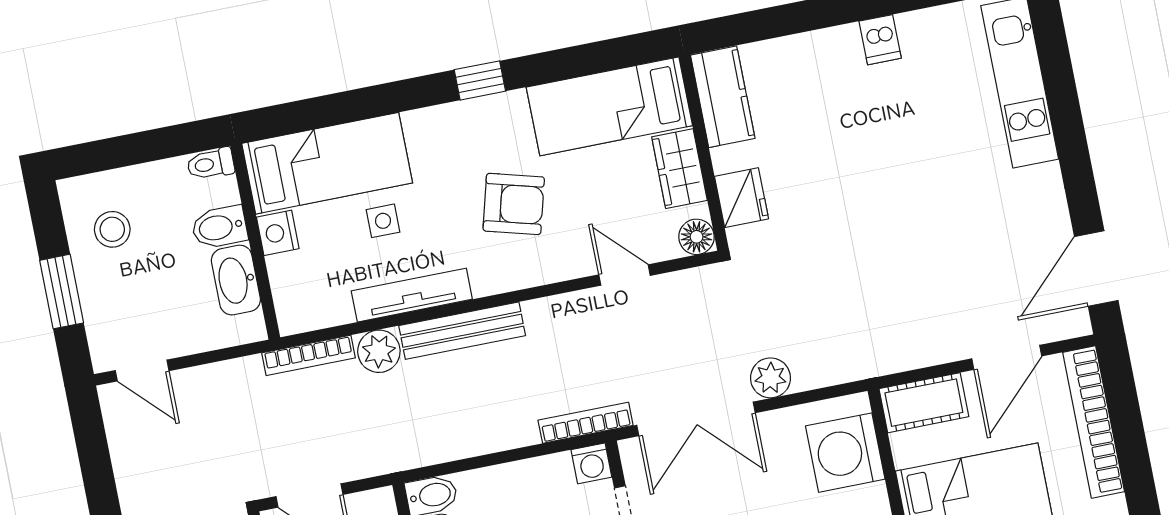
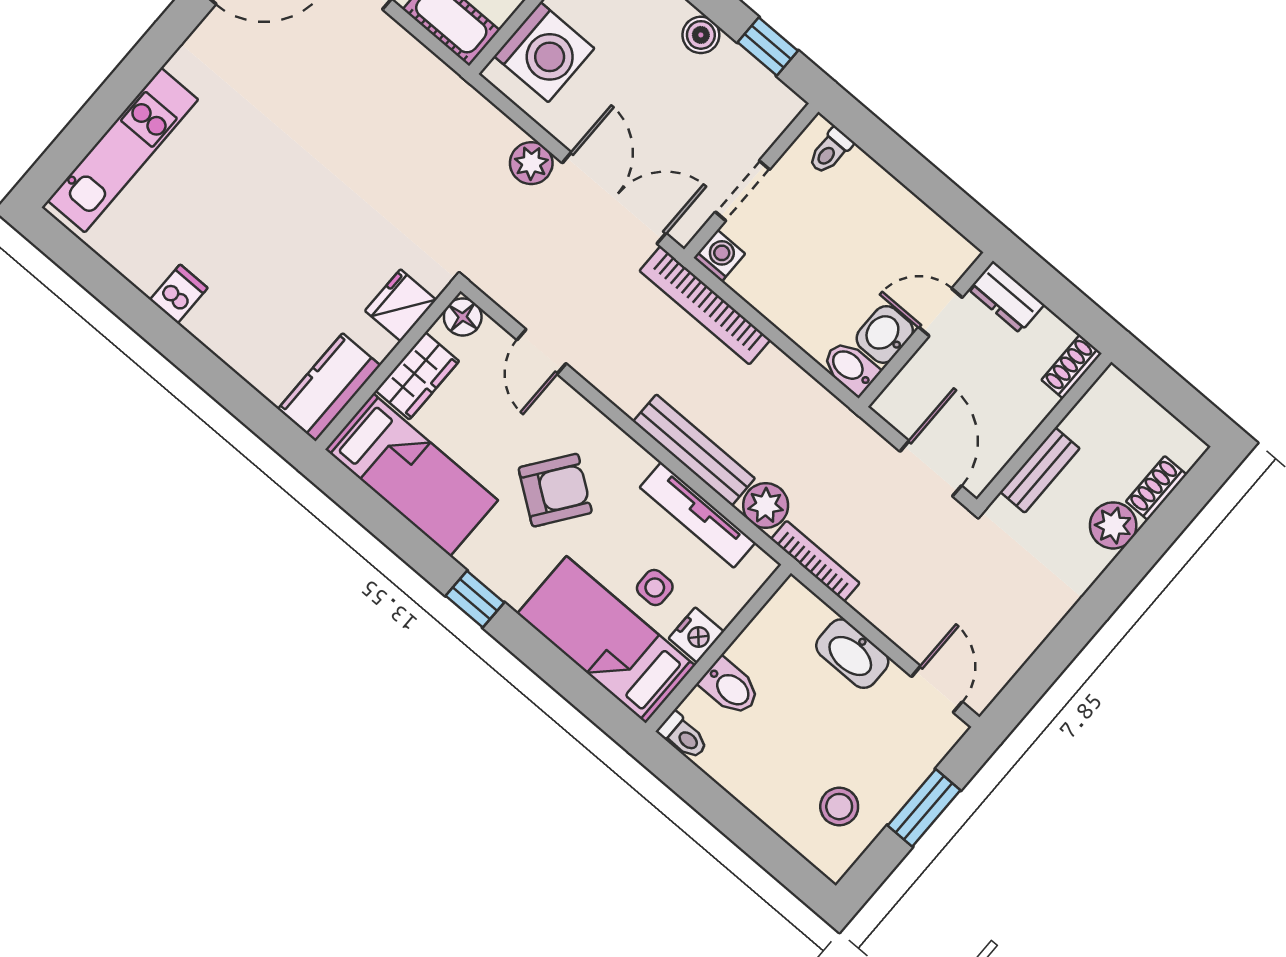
bed: (327, 163) -> (606, 640), moved
toilet: (211, 164) -> (683, 736), moved
armchair: (514, 204) -> (555, 490), turned 111
bidet: (219, 227) -> (730, 687), moved
nightstand: (278, 233) -> (696, 635), moved
wall: (255, 241) -> (718, 648), moved
washbasin: (236, 280) -> (852, 654), moved, turned 90
bookcase: (586, 423) -> (705, 305), width x1.48, depth x1.31

